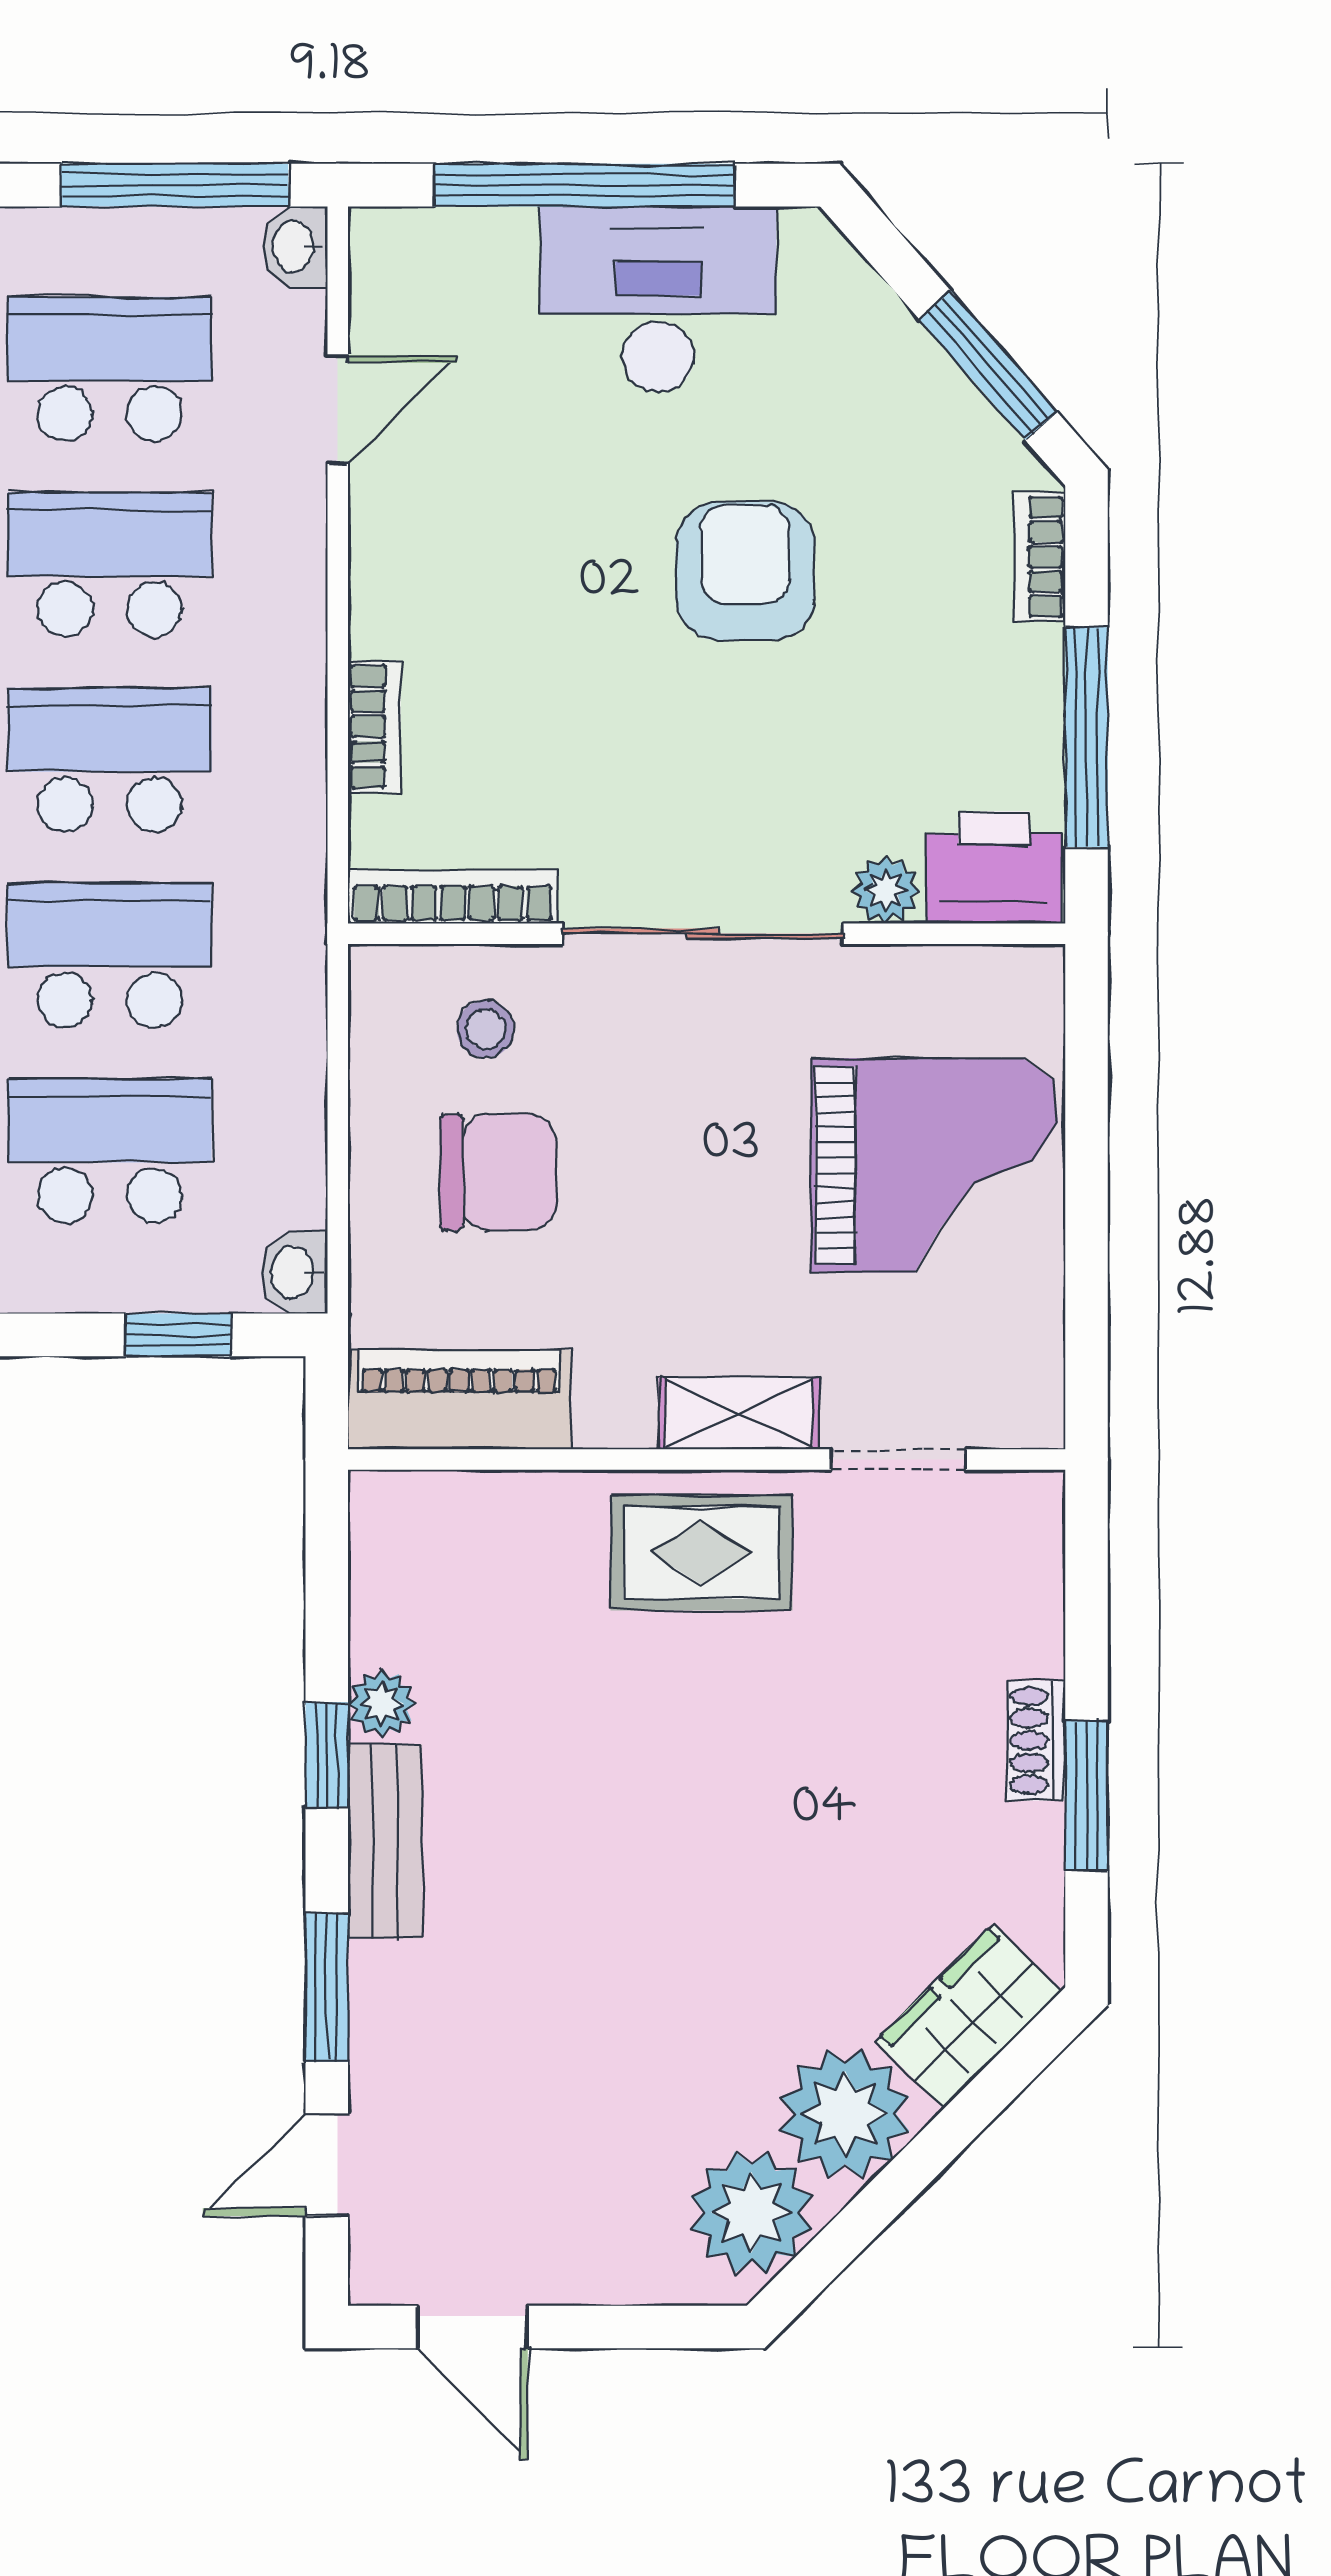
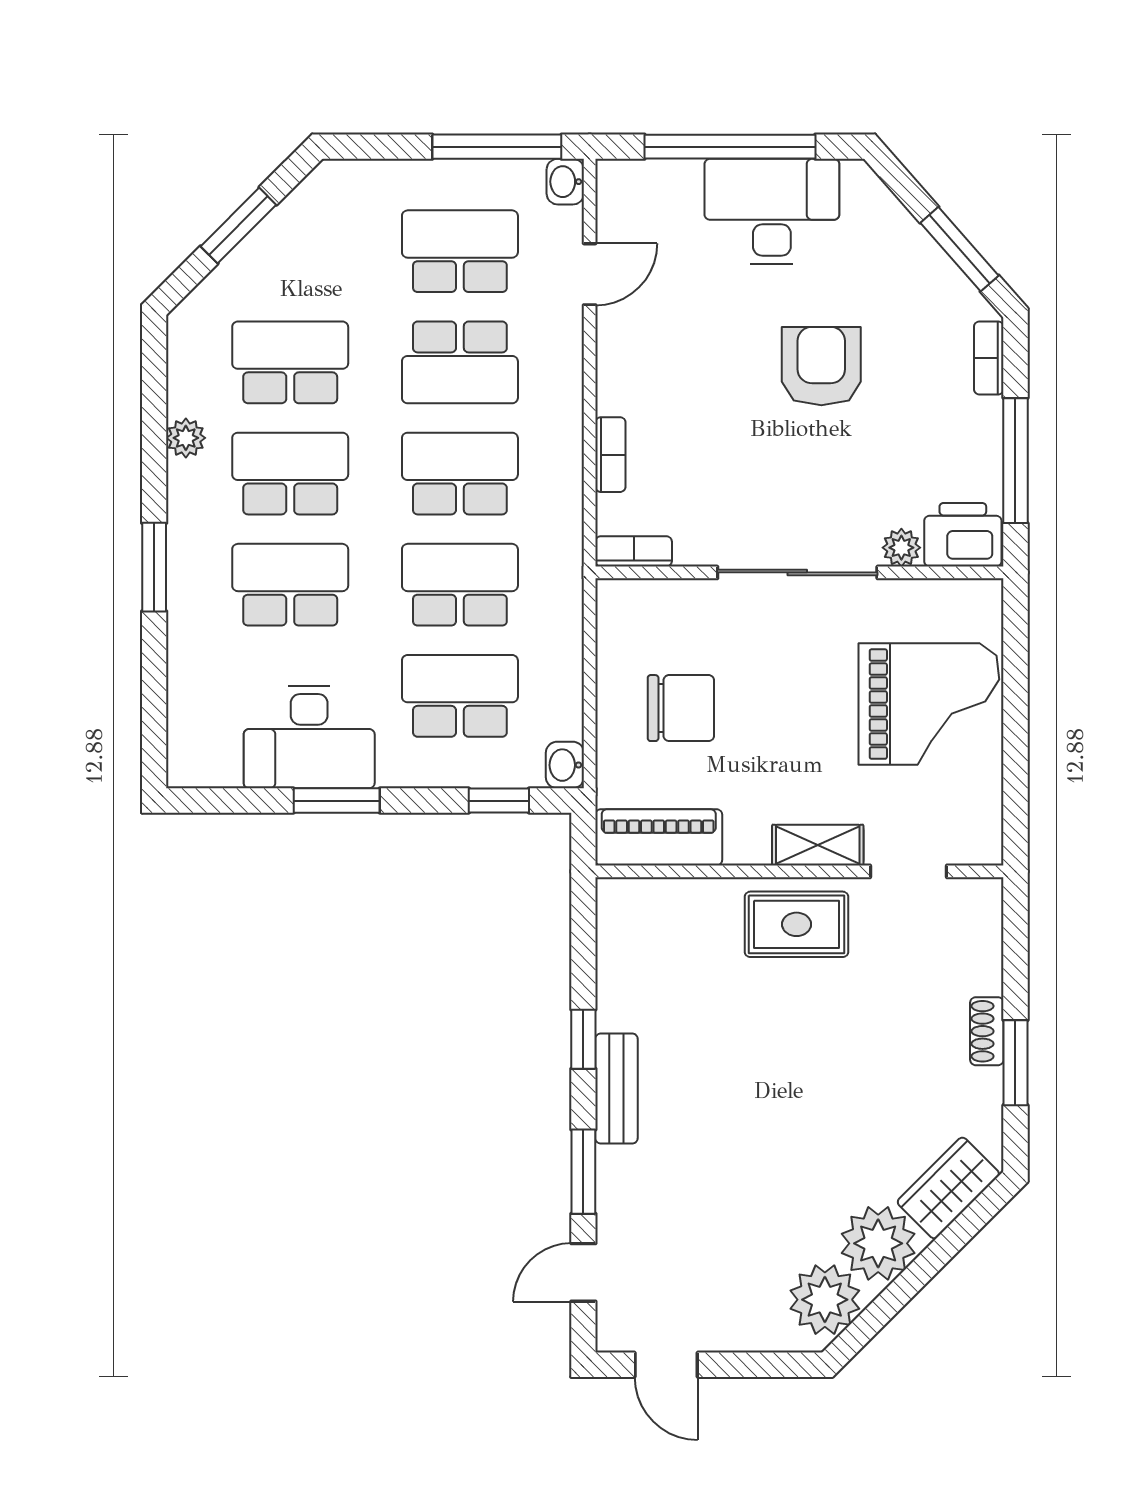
school desk: (110, 565) -> (460, 362), turned 180
bookcase: (453, 897) -> (634, 551), width x0.64
stool: (486, 1029) -> (674, 627), removed
plant: (382, 1704) -> (615, 1010), removed

